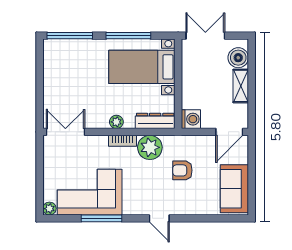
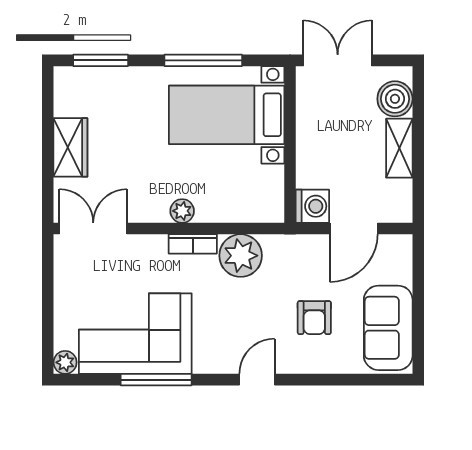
window: (70, 36) -> (101, 60), width x0.69
wardrobe: (53, 86) -> (70, 147), added
dresser: (155, 121) -> (250, 209), removed
door: (229, 132) -> (354, 229), moved
armchair: (182, 170) -> (314, 318), moved, turned -90
door: (159, 218) -> (257, 380), swing flipped

